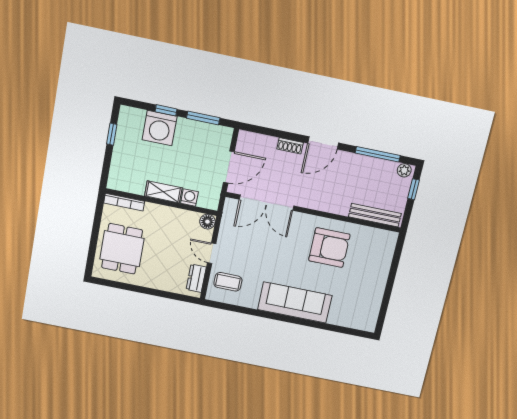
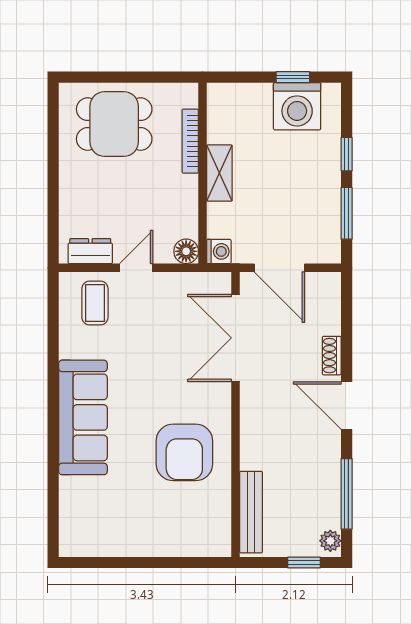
washing machine: (160, 128) -> (297, 106), moved, turned -90
washing machine: (189, 197) -> (219, 251), moved
bookcase: (124, 202) -> (190, 141), moved

